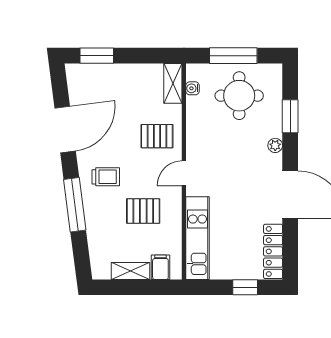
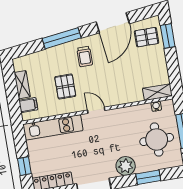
door: (65, 129) -> (113, 23), hinge flipped
pallet: (157, 136) -> (147, 37), moved, turned 90
plant: (275, 145) -> (126, 166), width x1.87, depth x1.87

